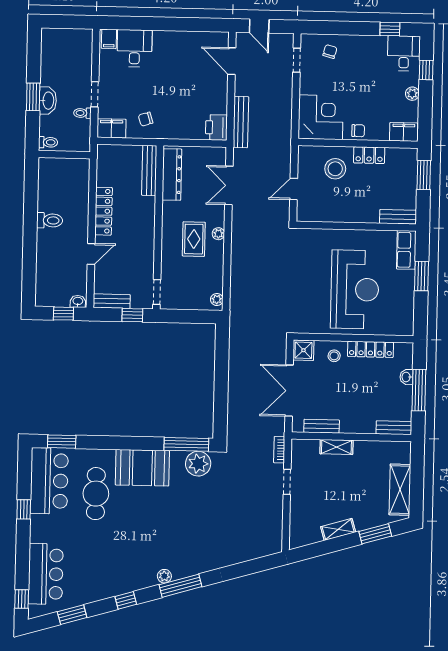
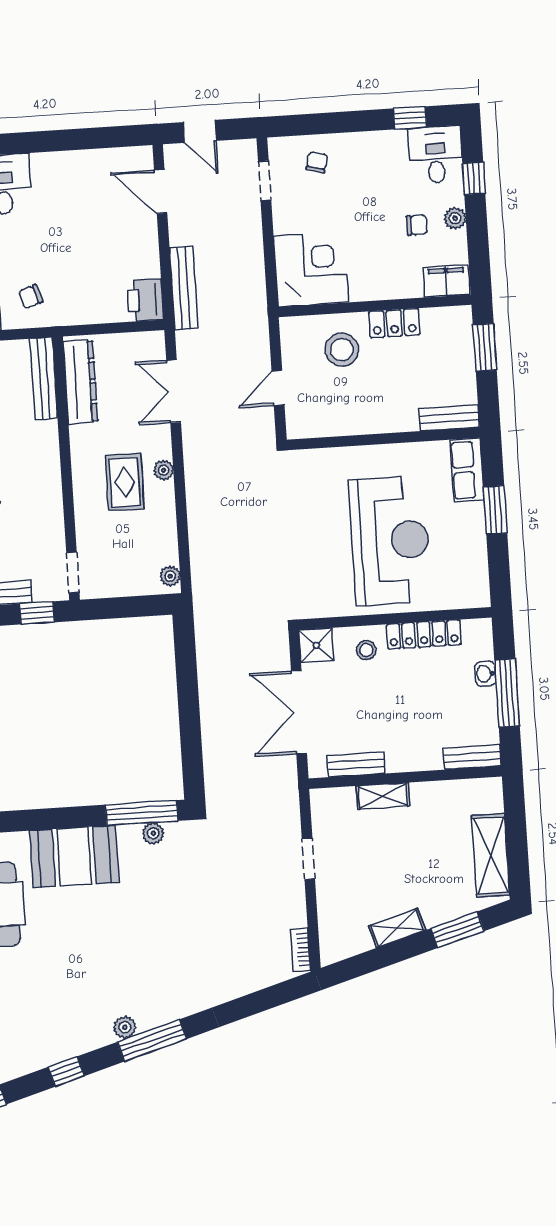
chair: (358, 131) -> (417, 225), moved
bookcase: (279, 450) -> (301, 950), moved
plant: (198, 464) -> (153, 833), width x0.53, depth x0.53

